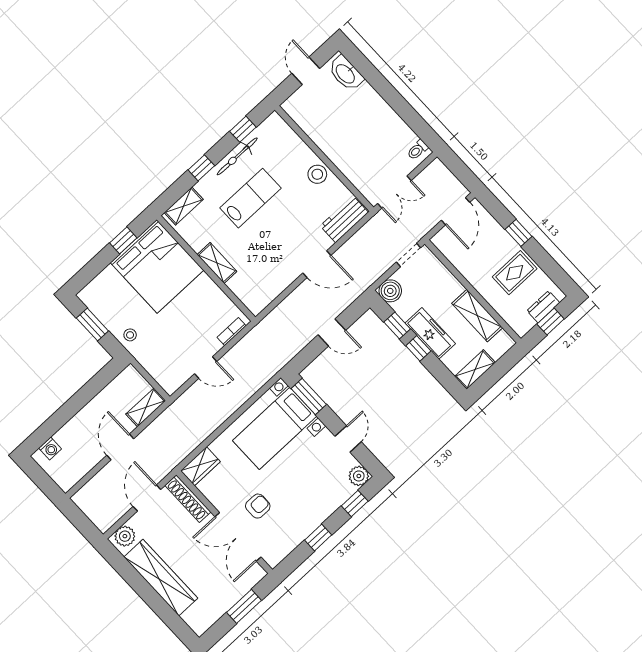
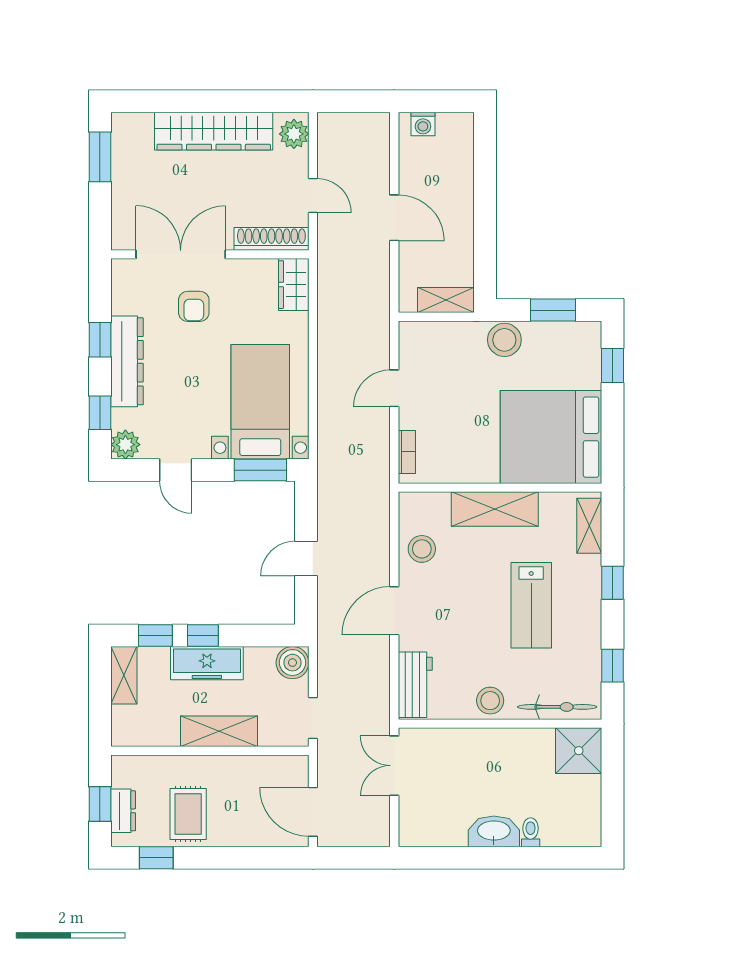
door: (306, 71) -> (613, 791), removed
washbasin: (346, 73) -> (494, 831), moved
shower: (301, 107) -> (579, 751), added
toilet: (418, 150) -> (531, 832), moved
bicycle: (237, 156) -> (557, 707), moved, turned 90
window: (518, 233) -> (156, 858), moved
window: (123, 240) -> (613, 366), moved
shelving: (217, 263) -> (495, 509), width x1.50, depth x1.33
stool: (273, 279) -> (422, 549), added
shelving: (477, 316) -> (219, 731), moved
window: (397, 326) -> (155, 635), moved
stool: (130, 335) -> (504, 340), width x1.89, depth x1.89
shelving: (146, 407) -> (446, 300), moved, turned 90
washing machine: (50, 449) -> (423, 124), moved, turned -90
door: (147, 498) -> (313, 196), width x0.73
dresser: (316, 514) -> (127, 361), added
window: (244, 606) -> (100, 157), moved

